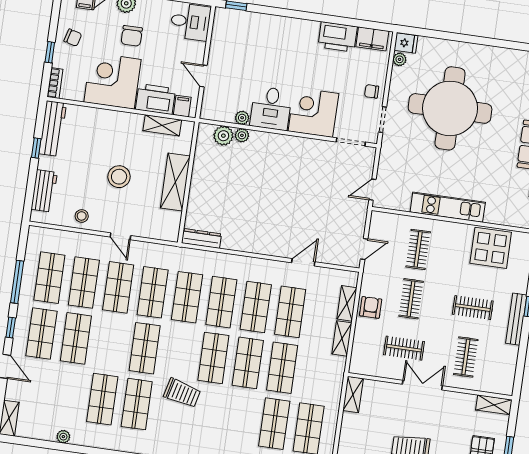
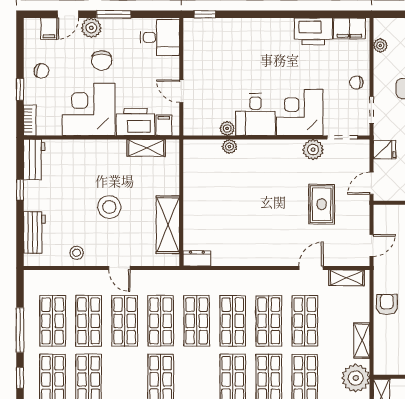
fridge: (406, 43) -> (385, 150), moved
workbench: (53, 129) -> (34, 160), width x0.73
plant: (223, 136) -> (313, 150), moved
shelving: (175, 182) -> (168, 225), moved
rug: (322, 203) -> (322, 204), added
dresser: (201, 238) -> (197, 258), width x0.70
shelving: (347, 303) -> (347, 278), moved, turned 90
plant: (331, 373) -> (356, 378), added

